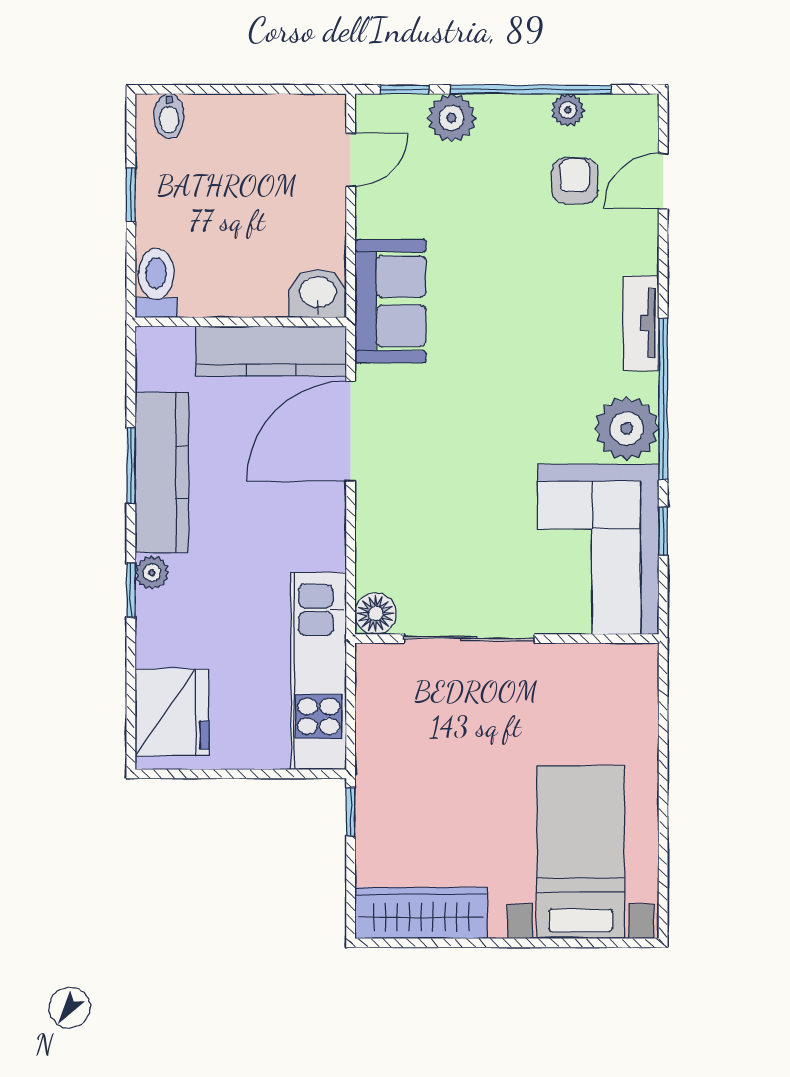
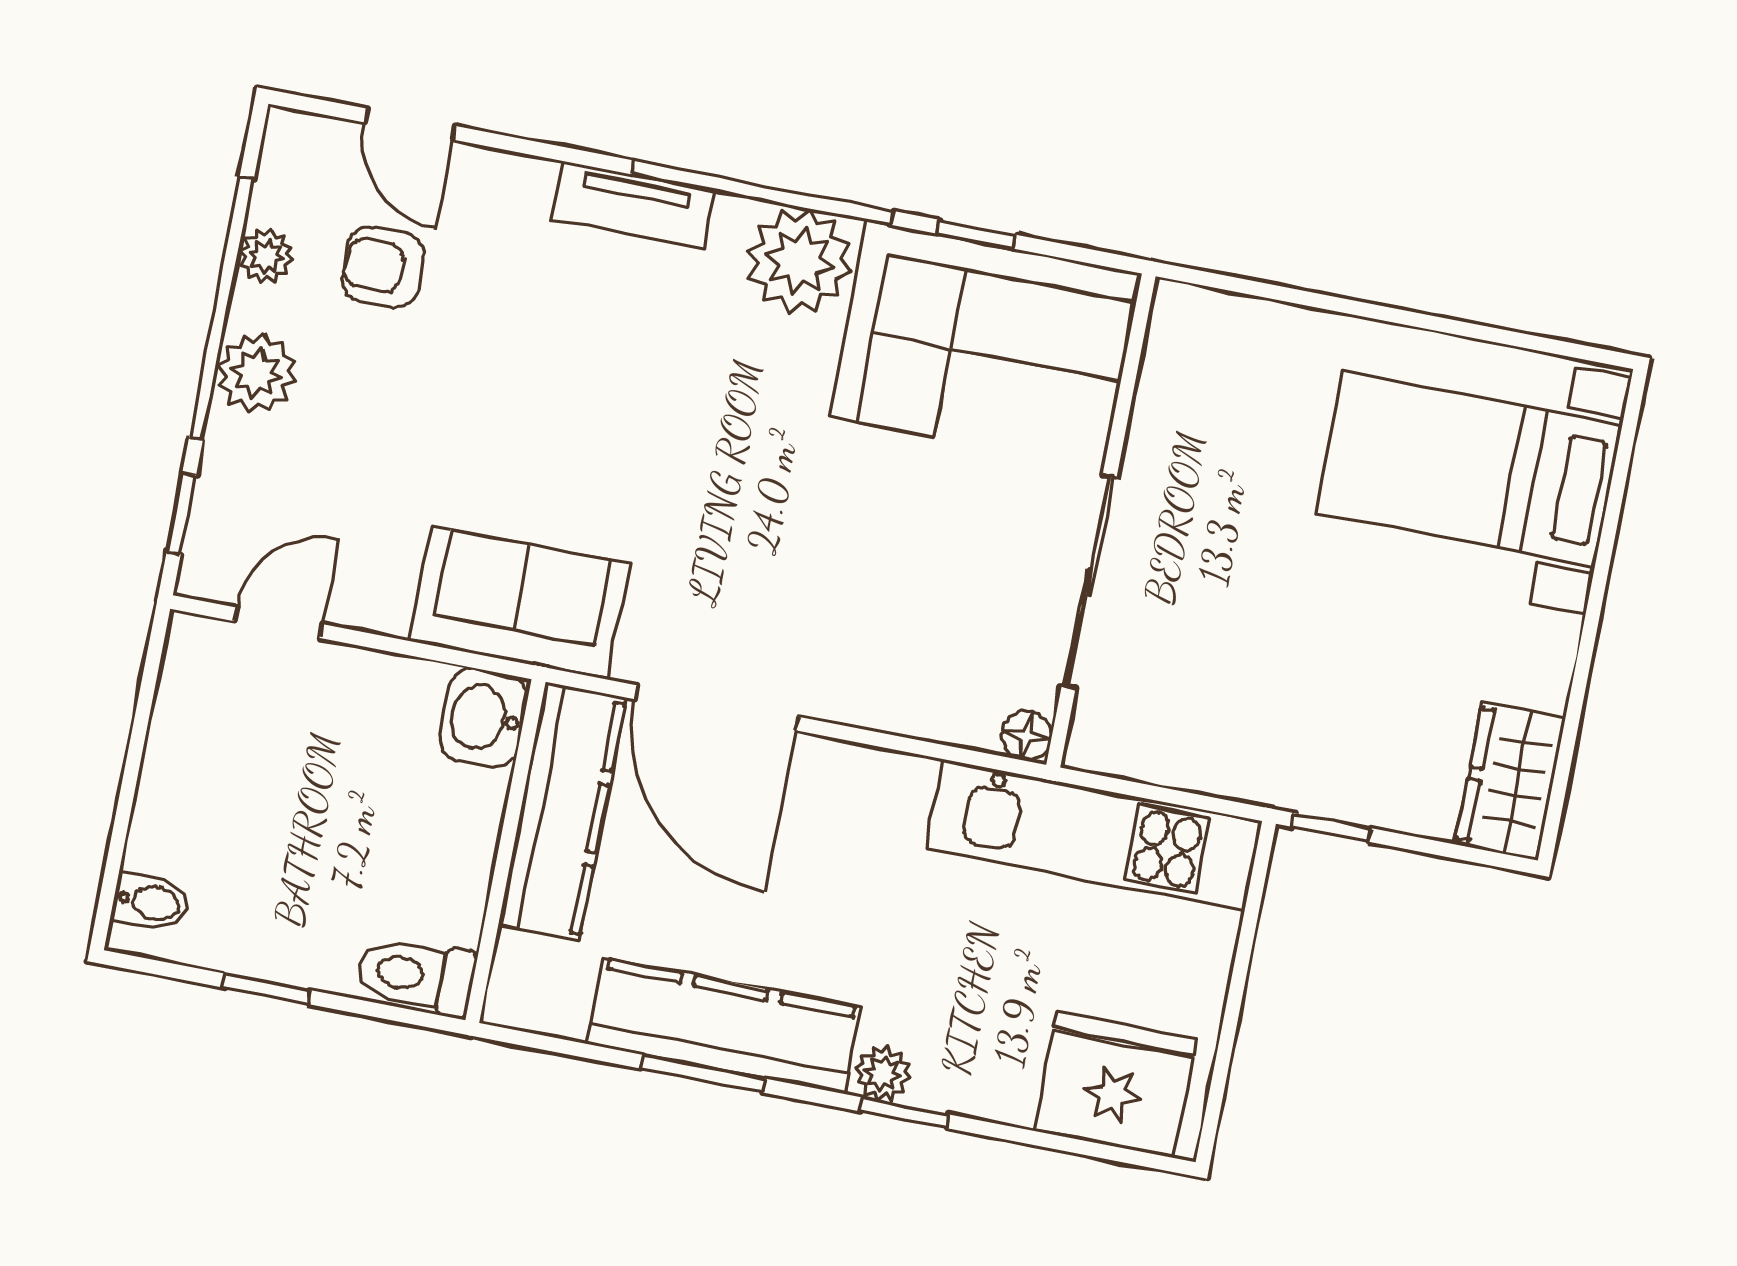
plant: (452, 118) -> (256, 373), moved
door: (351, 160) -> (278, 623), hinge flipped
floor lamp: (376, 614) -> (1027, 736), width x0.73, depth x0.73
wardrobe: (421, 913) -> (1510, 781), width x0.67

